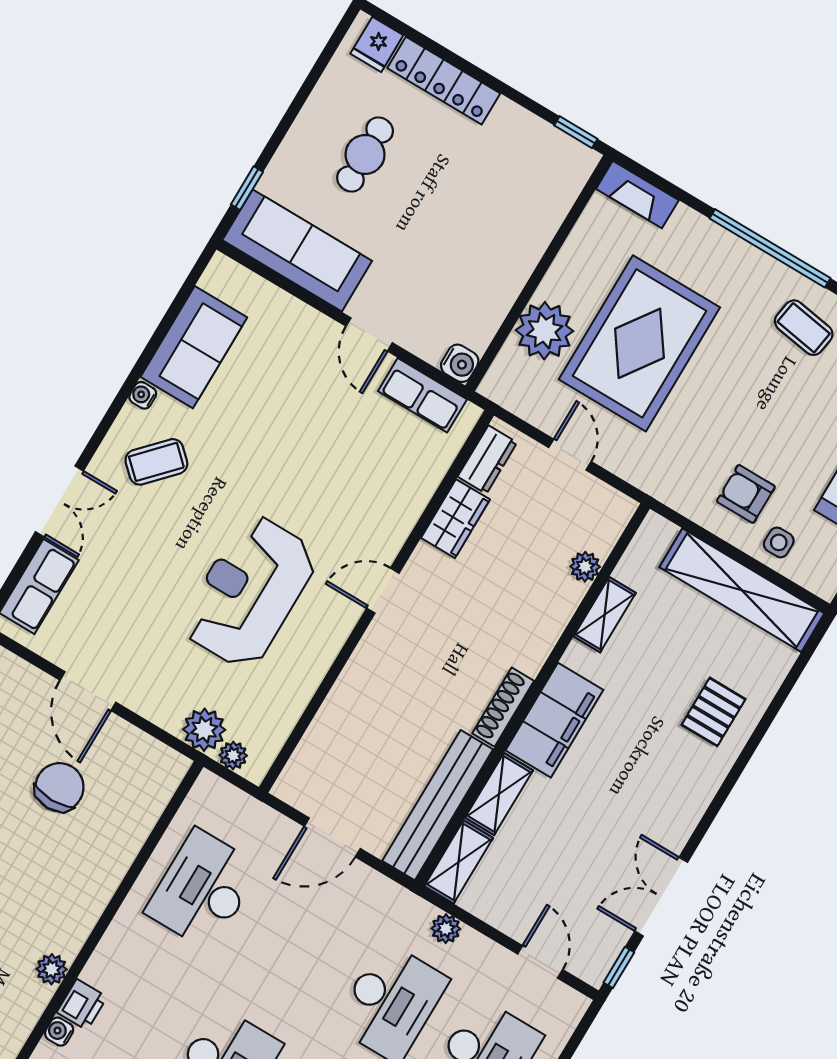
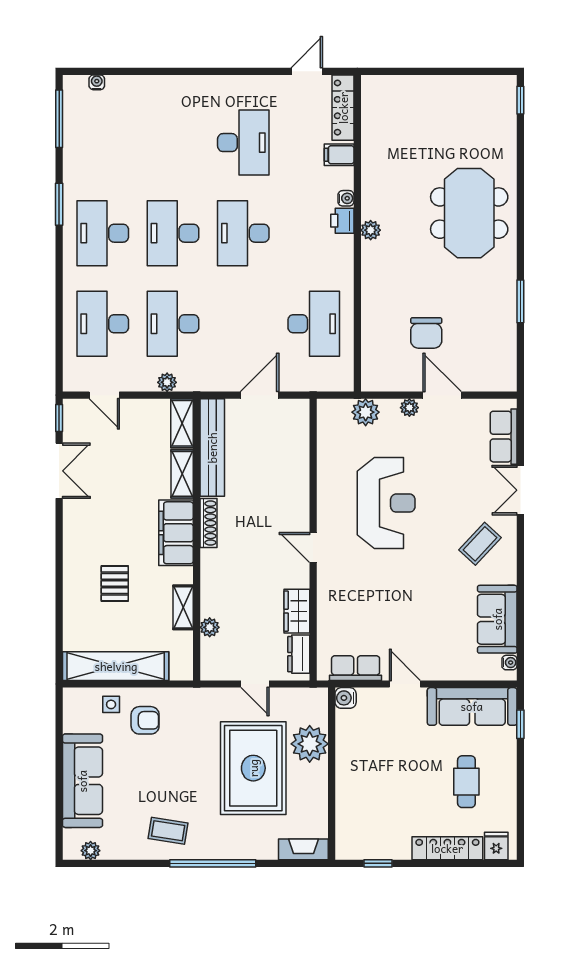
window: (576, 132) -> (378, 863), moved
water cooler: (143, 395) -> (509, 663), moved
door: (383, 591) -> (313, 547), swing flipped
pallet: (713, 712) -> (115, 584), moved
plant: (233, 755) -> (409, 408), moved

